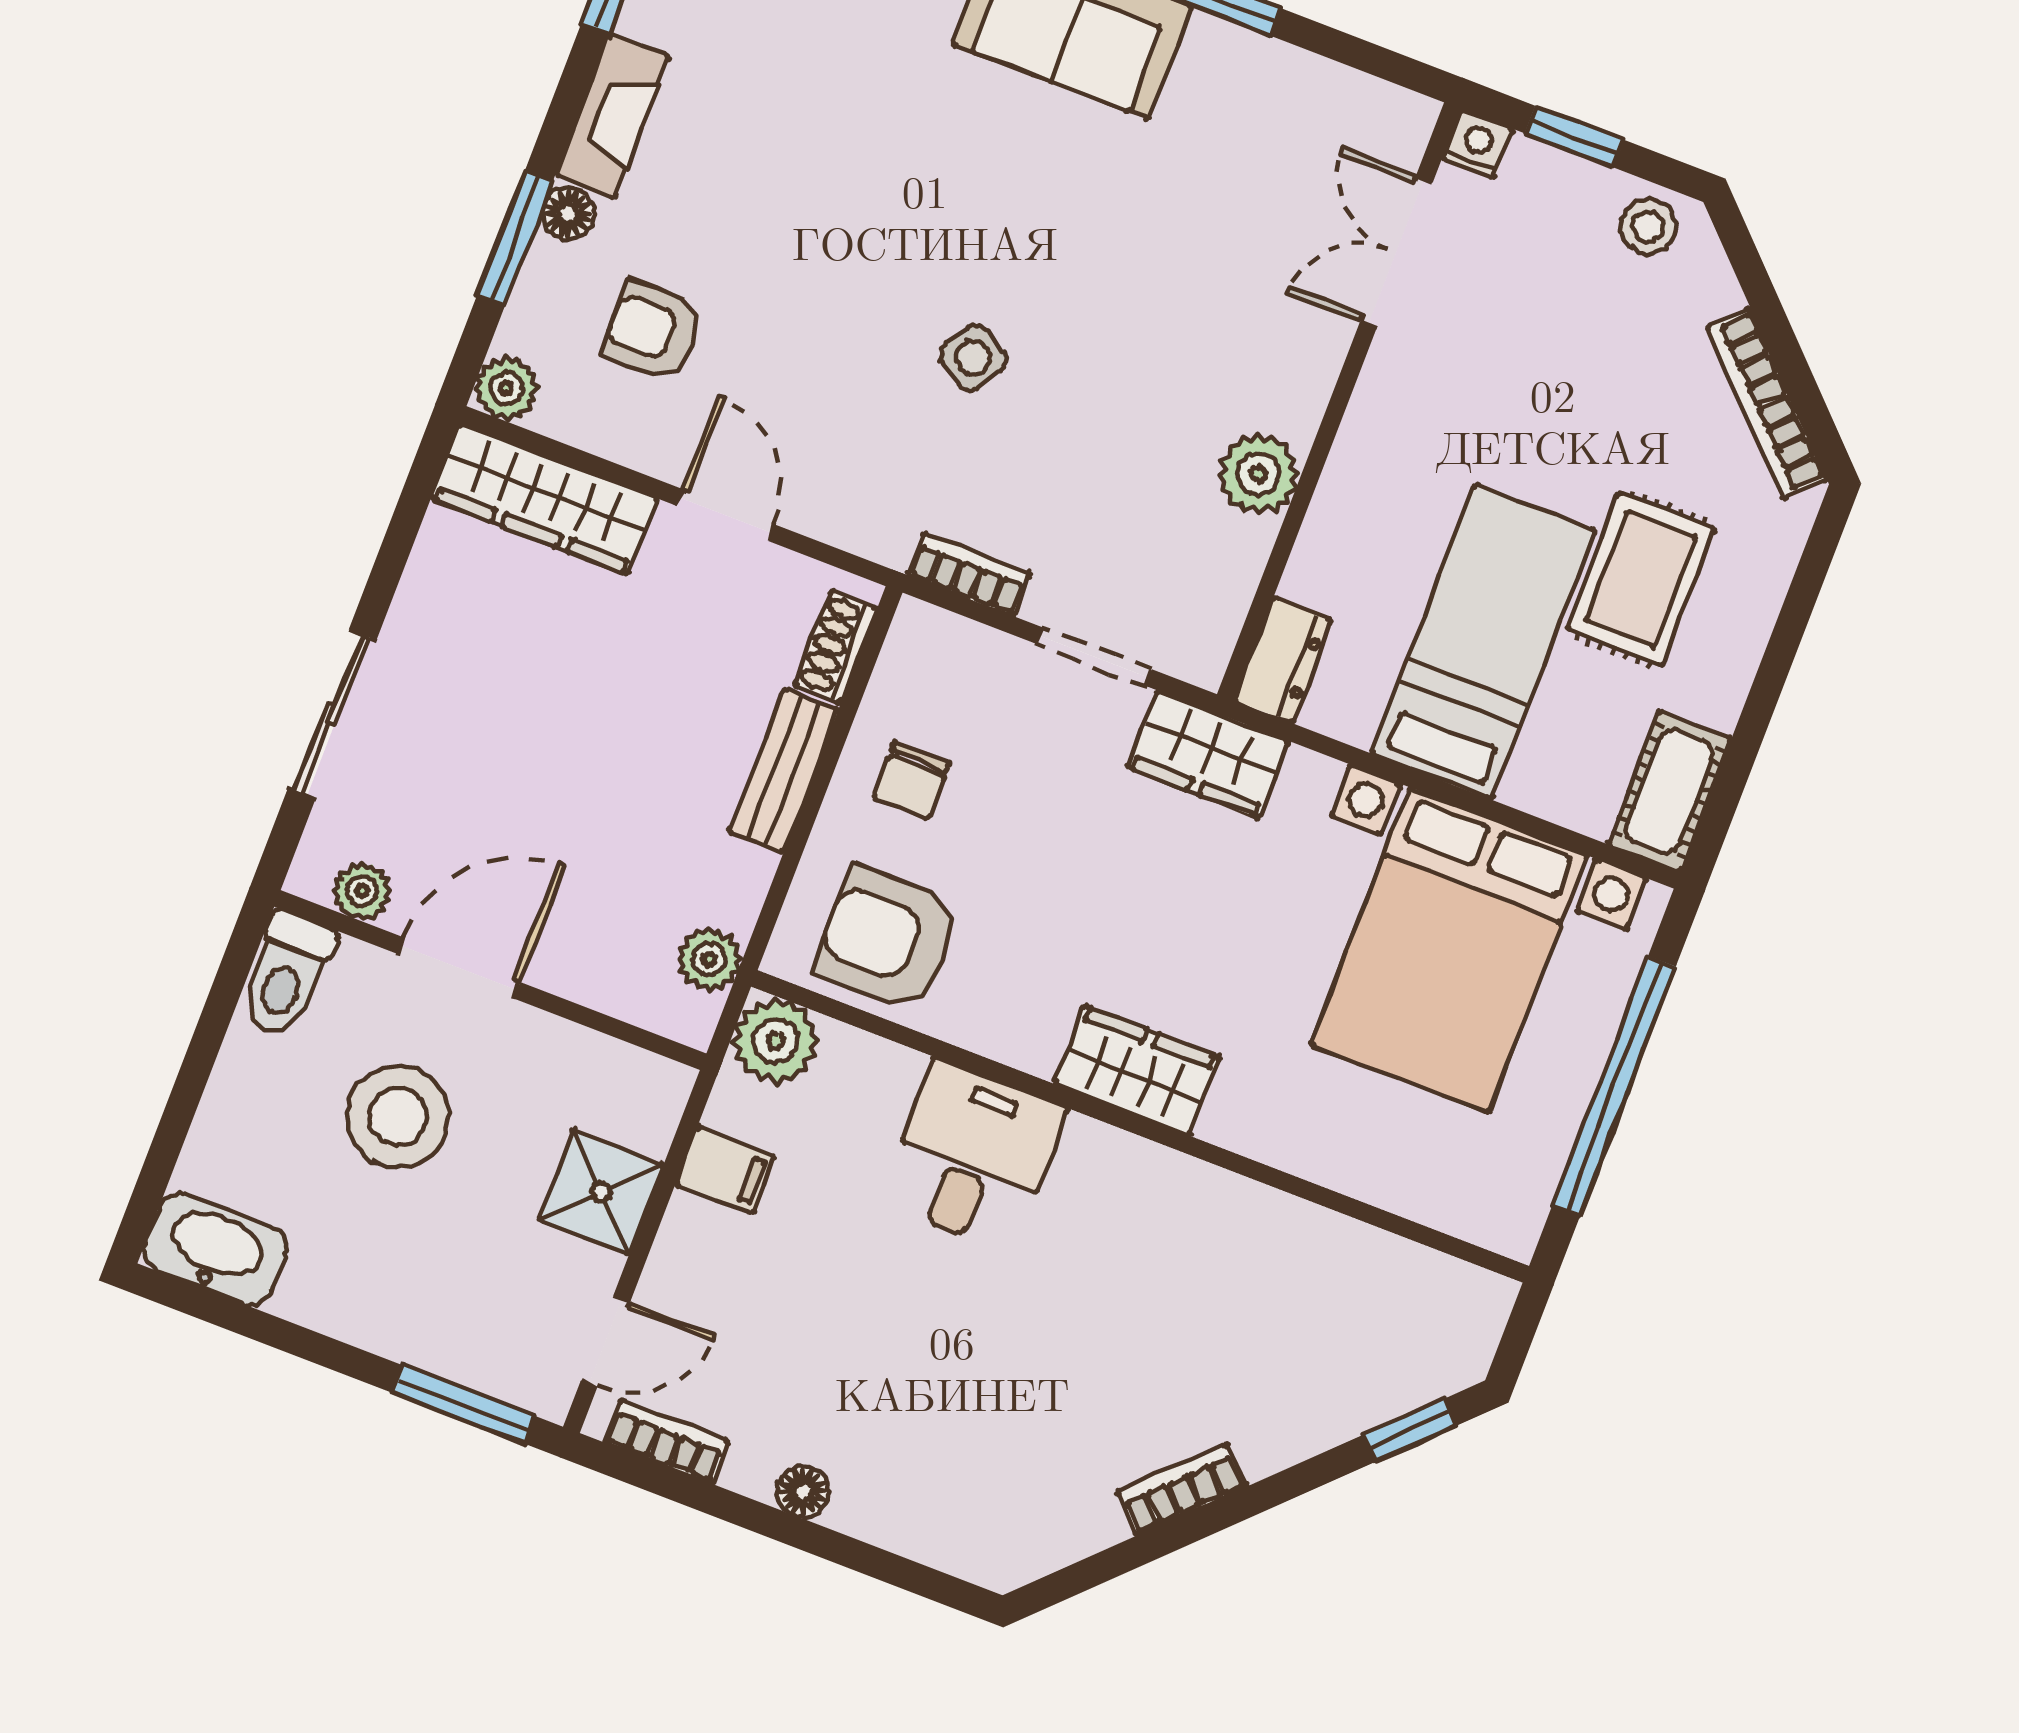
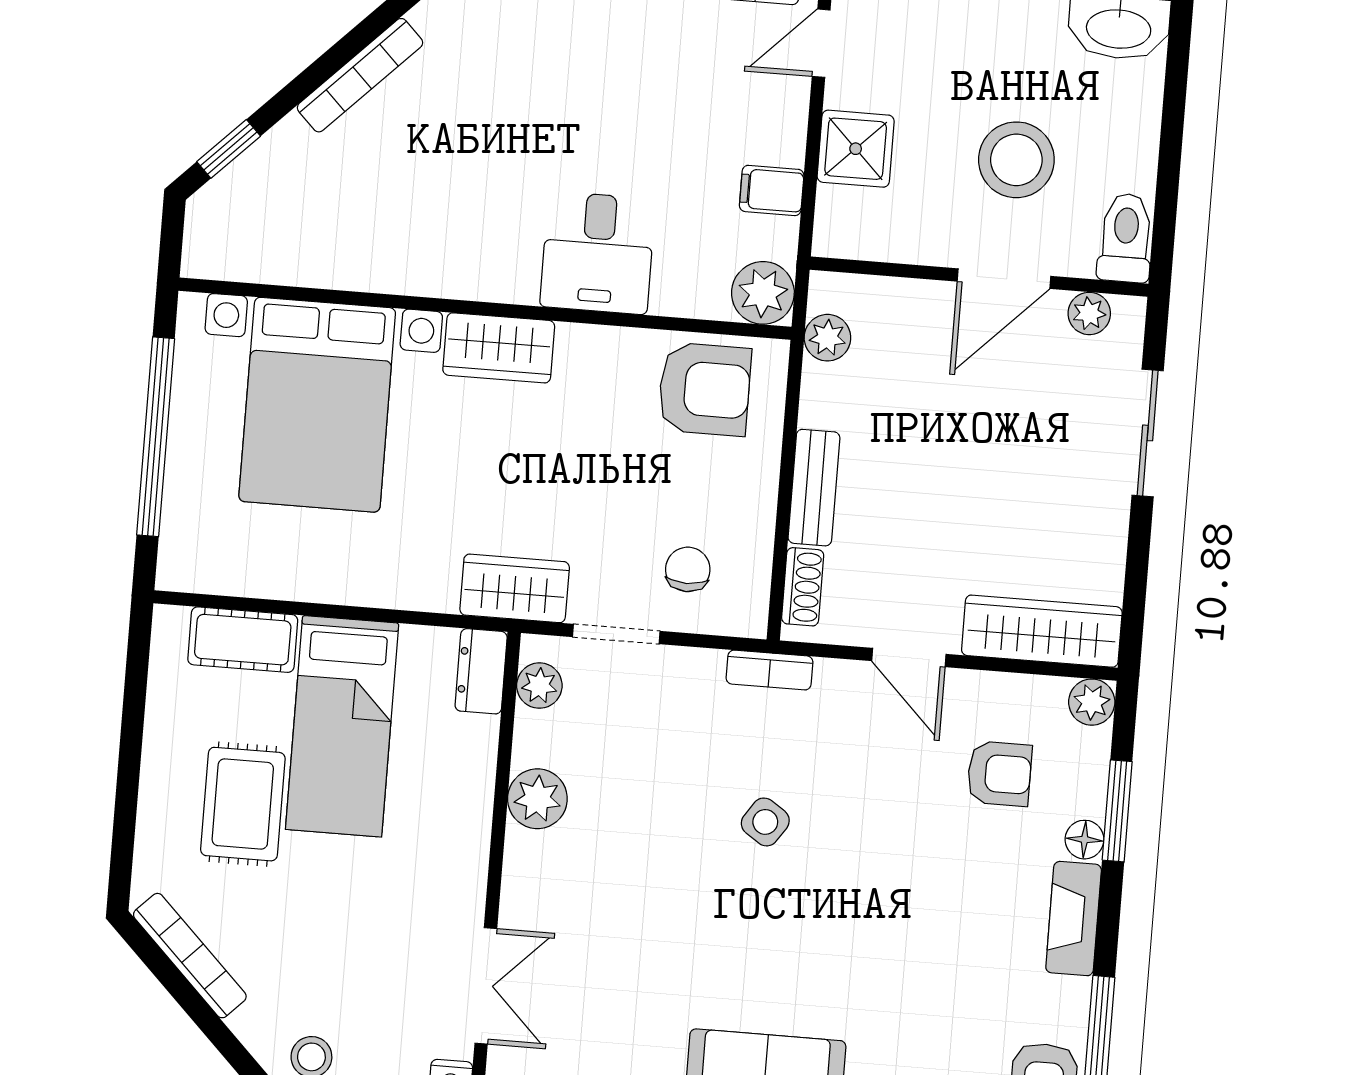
bookcase: (969, 575) -> (769, 670), moved
plant: (1213, 619) -> (539, 686), added
chair: (912, 780) -> (688, 569), moved
cot: (1670, 791) -> (243, 640), moved, turned 90
bed with nightstands: (1449, 950) -> (317, 405), moved, turned 180
bookcase: (1182, 1489) -> (360, 75), width x1.56

